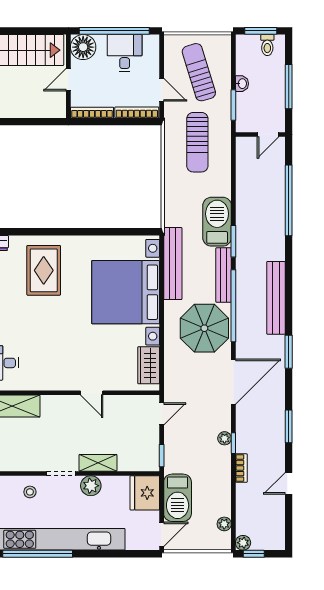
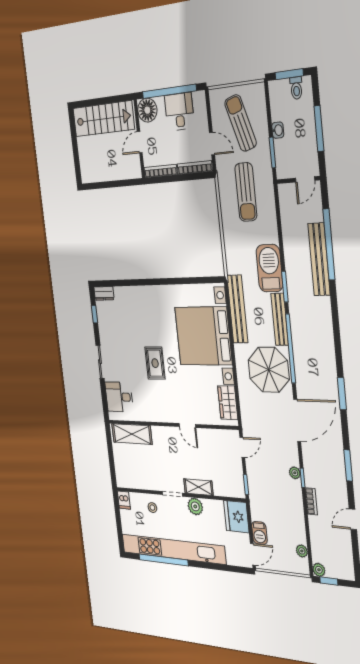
rug: (44, 270) -> (155, 363), moved, width x0.73, depth x0.70
bench: (276, 298) -> (319, 259), moved
barbecue: (178, 498) -> (259, 533), width x0.53, depth x0.65

